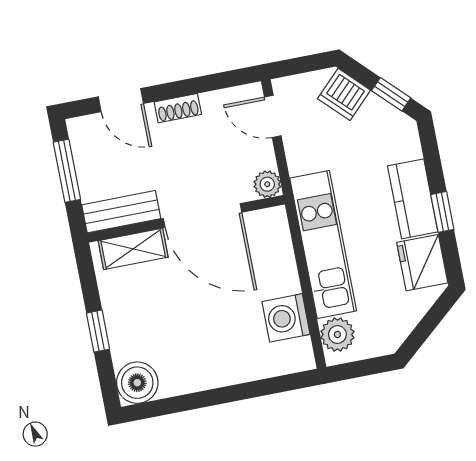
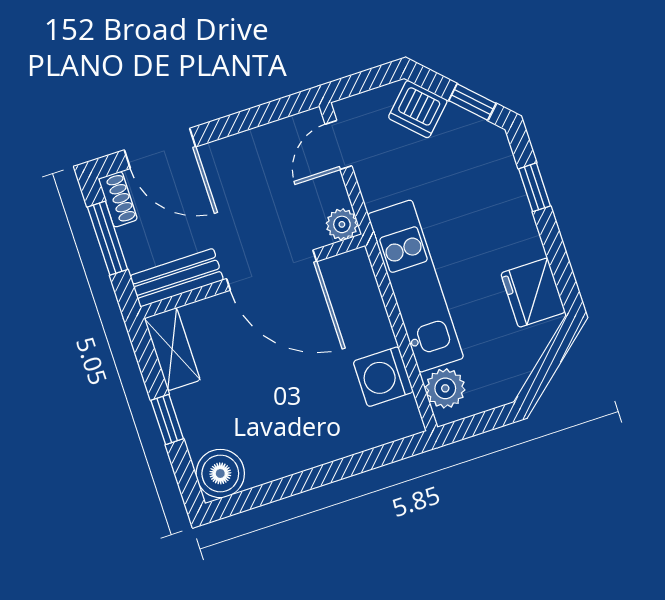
door: (121, 100) -> (160, 148), width x1.38
shoe rack: (178, 108) -> (118, 199), moved, turned -90
door: (273, 116) -> (338, 145), hinge flipped
kitchen counter: (413, 199) -> (513, 220), removed
window: (442, 212) -> (535, 187), moved
shelving: (133, 249) -> (172, 349), moved, turned 90

